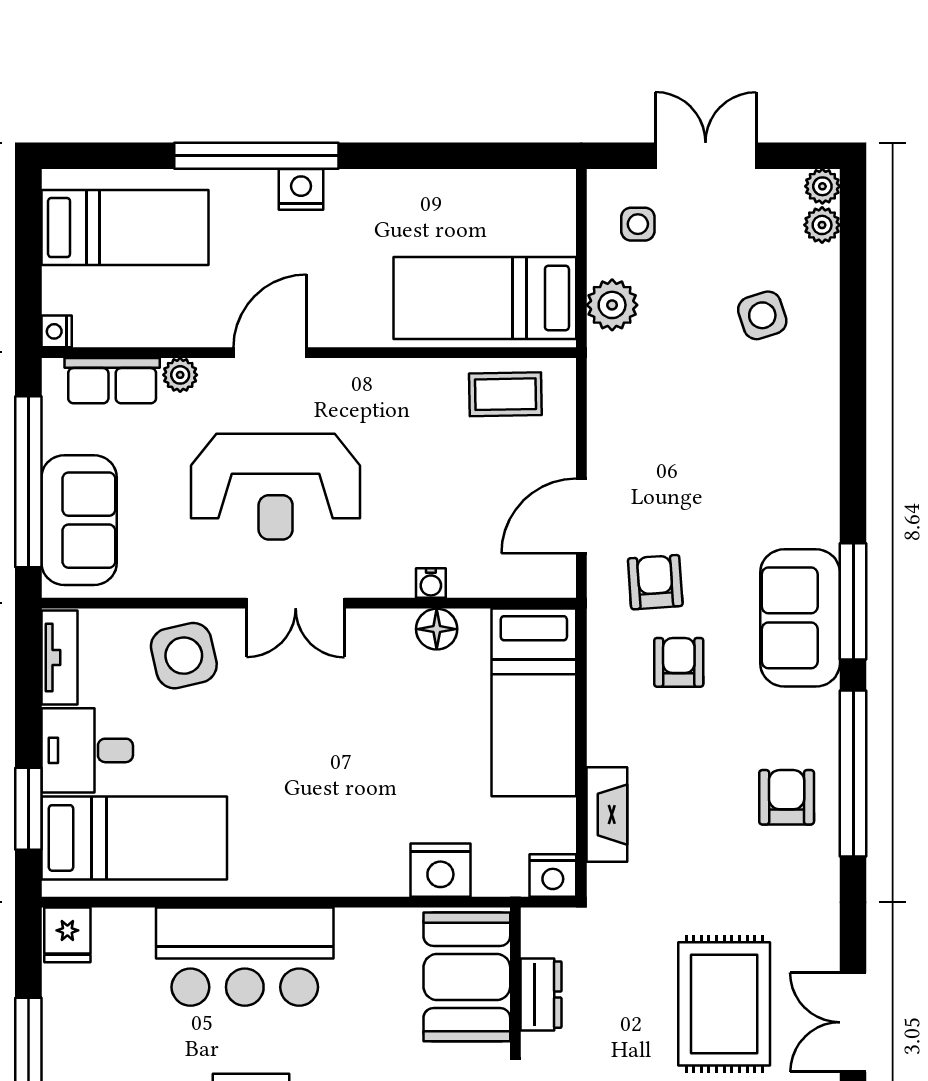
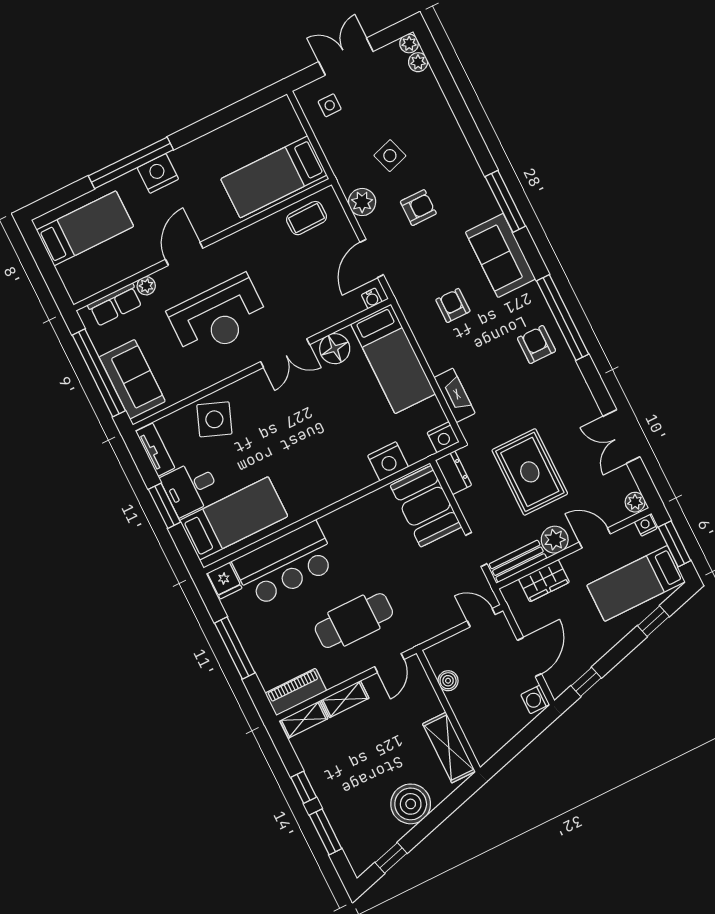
nightstand: (301, 189) -> (158, 173), width x1.36, depth x1.33
plant: (612, 305) -> (362, 202), moved
side table: (762, 315) -> (390, 156), moved
nightstand: (57, 331) -> (77, 294), removed
armchair: (655, 582) -> (418, 208), moved, turned 94
water cooler: (431, 583) -> (372, 298), moved
window: (853, 601) -> (505, 201), moved
double door: (296, 603) -> (285, 353), moved
floor lamp: (437, 629) -> (335, 349), width x1.38, depth x1.38
side table: (184, 656) -> (214, 419), turned 34
window: (28, 809) -> (164, 506), moved
bar counter: (245, 957) -> (285, 564), moved
dresser: (541, 995) -> (454, 473), moved
rug: (724, 1004) -> (530, 472), moved

